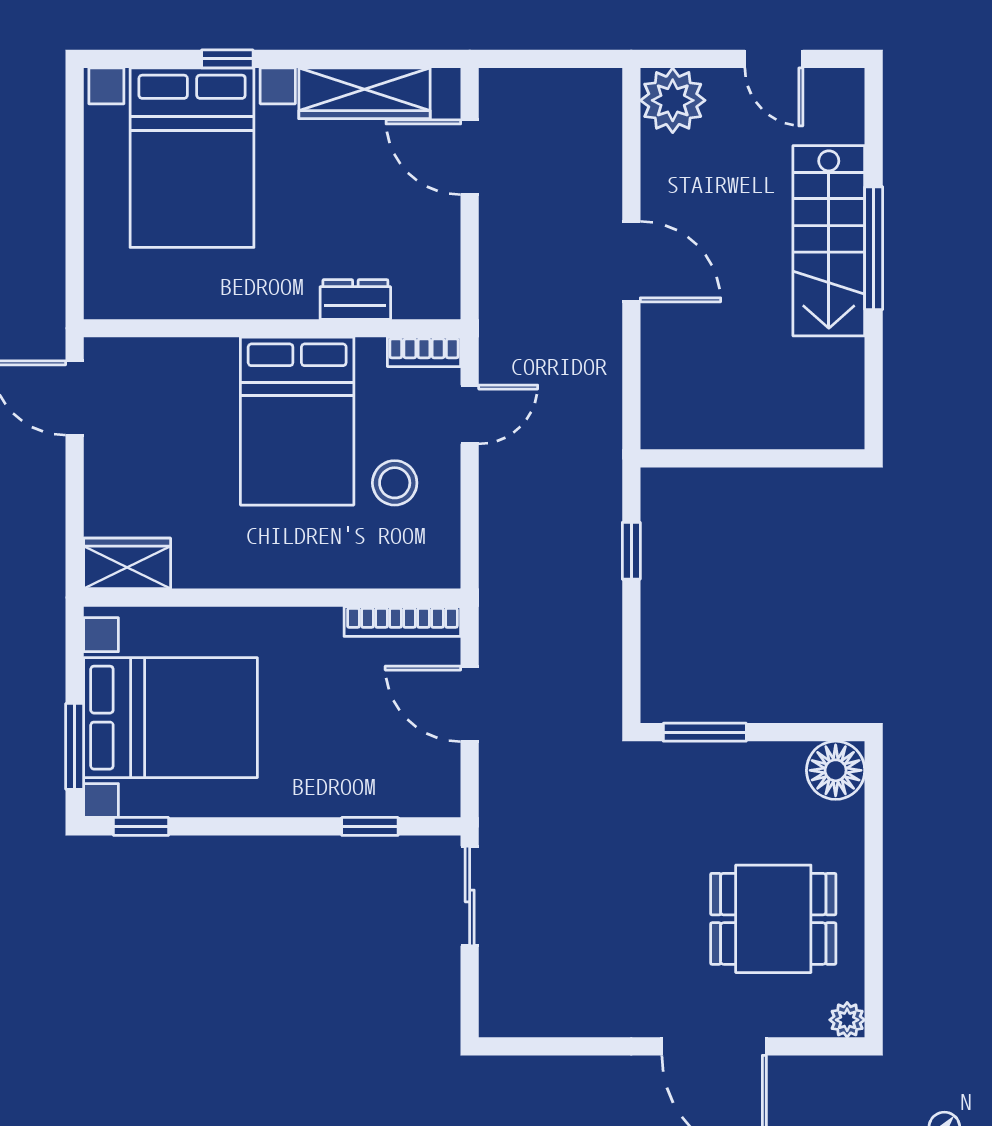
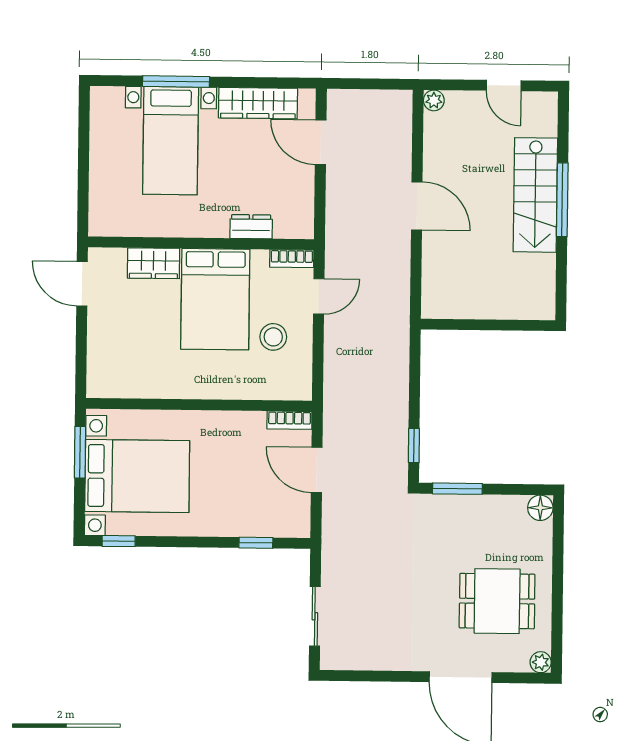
window: (227, 59) -> (176, 82), width x2.17
plant: (673, 100) -> (434, 100), width x0.53, depth x0.53
bed with nightstands: (192, 158) -> (171, 141), width x0.73
window: (631, 551) -> (414, 445), moved
wardrobe: (127, 563) -> (154, 263), moved, turned 180
bookcase: (402, 621) -> (289, 420), width x0.64
window: (75, 746) -> (80, 452), moved
floor lamp: (836, 770) -> (540, 508), width x0.73, depth x0.73
sliding door: (470, 896) -> (315, 616), moved

